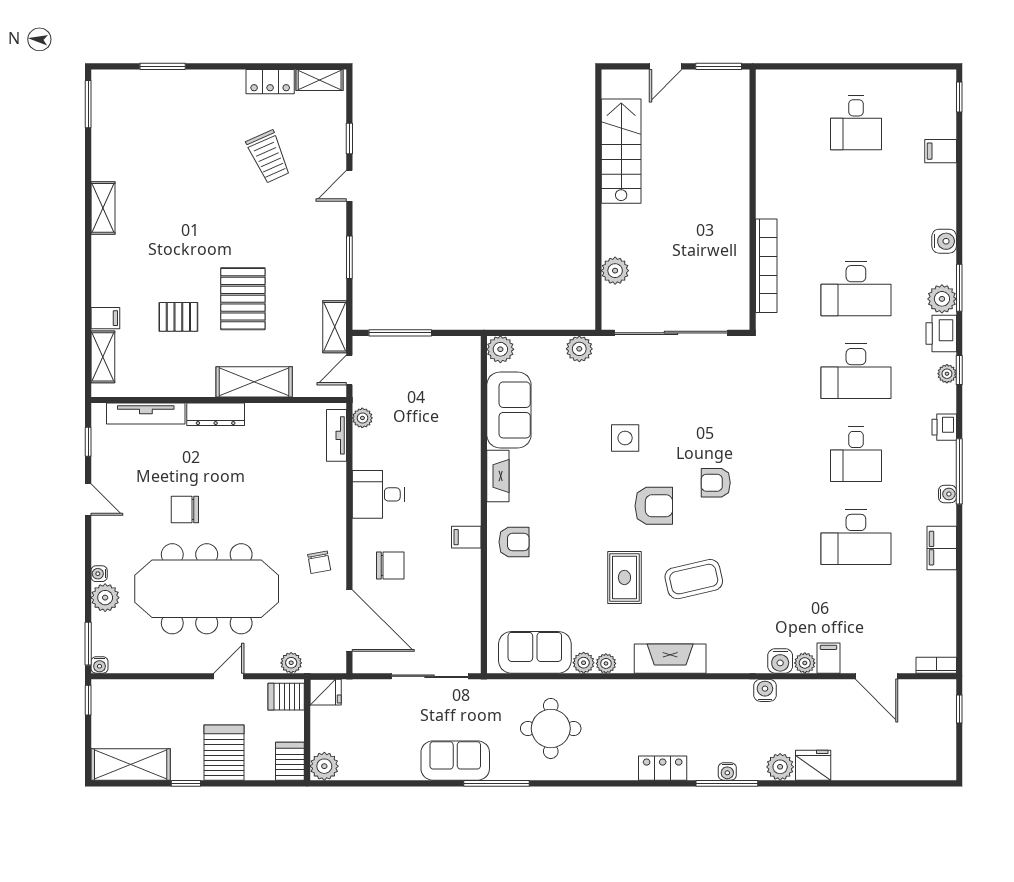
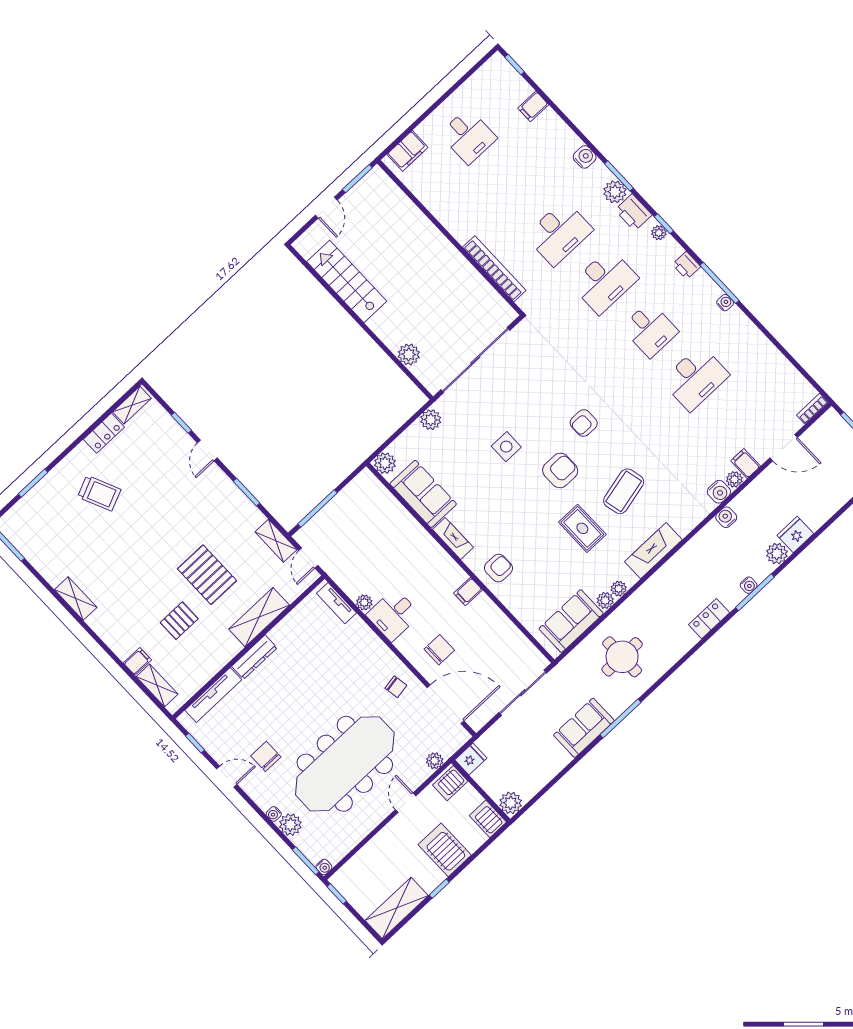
trolley: (268, 157) -> (99, 493), moved
plant: (362, 418) -> (364, 602), moved
chair: (185, 509) -> (266, 756), moved, turned 90
filing cabinet: (942, 548) -> (407, 151), moved, turned -90

